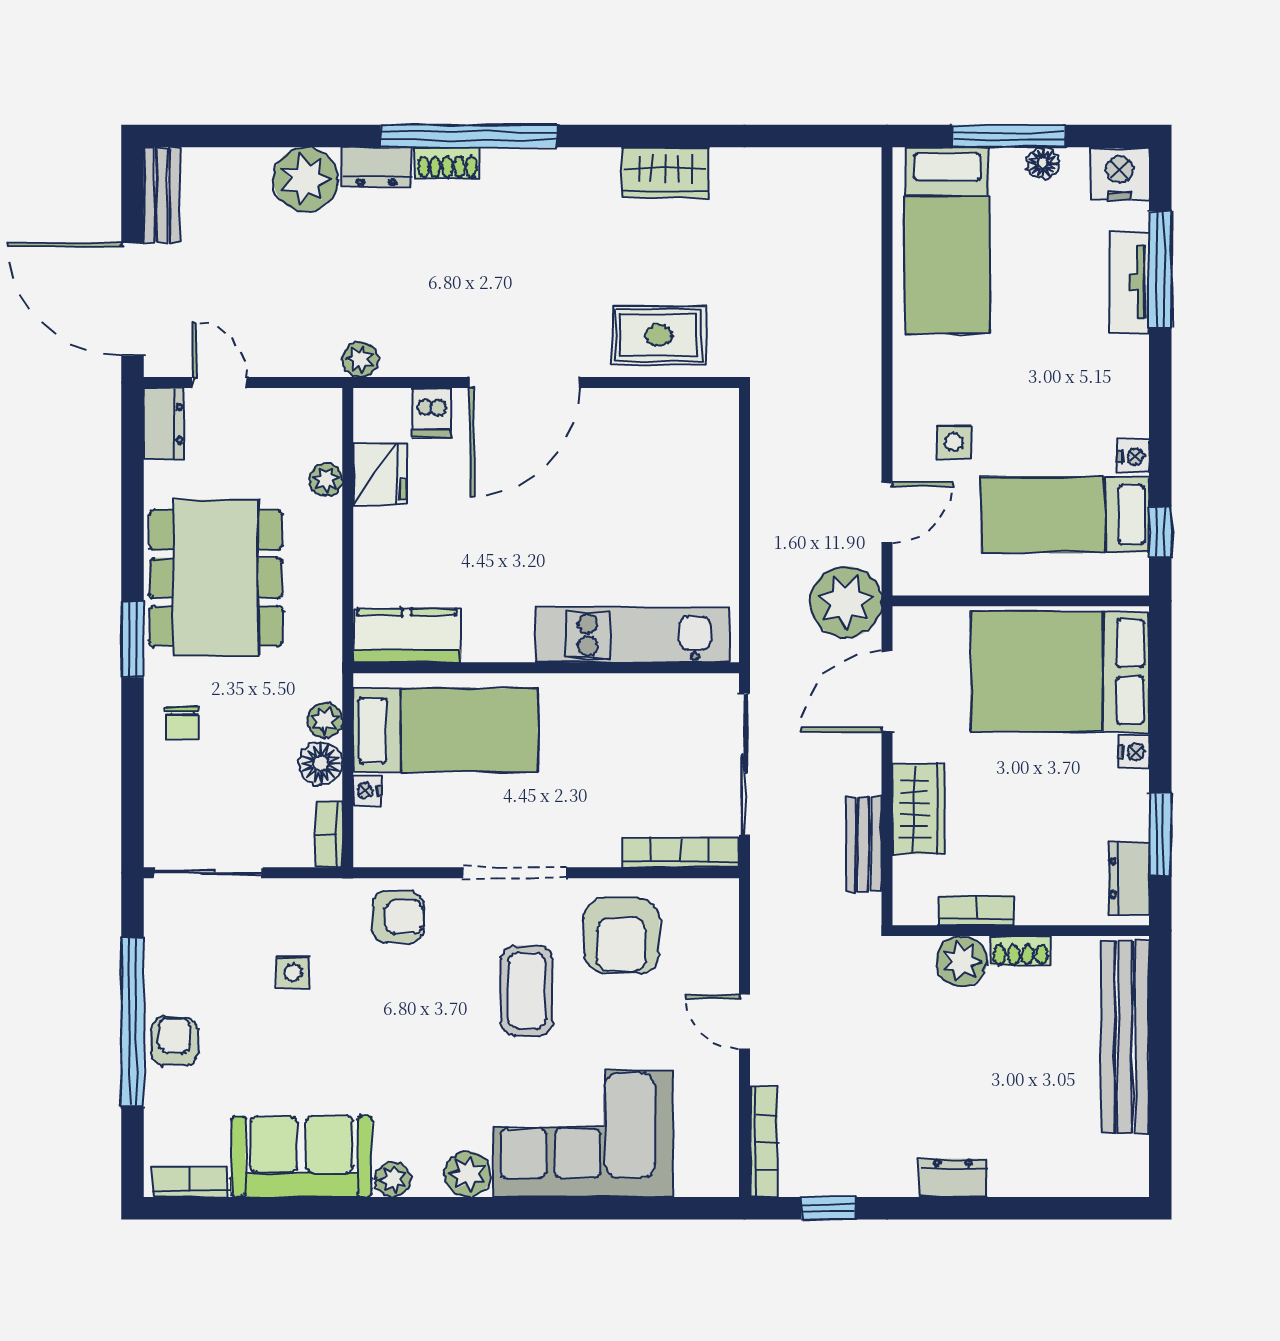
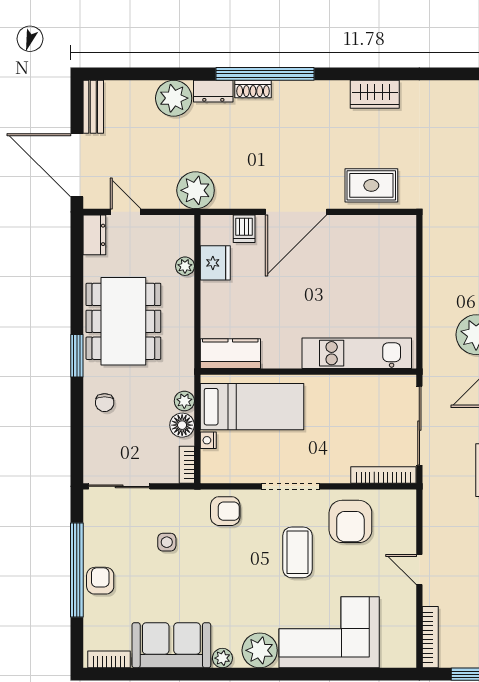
plant: (360, 359) -> (196, 190), width x1.88, depth x1.88
plant: (468, 1174) -> (260, 650), width x1.36, depth x1.36

